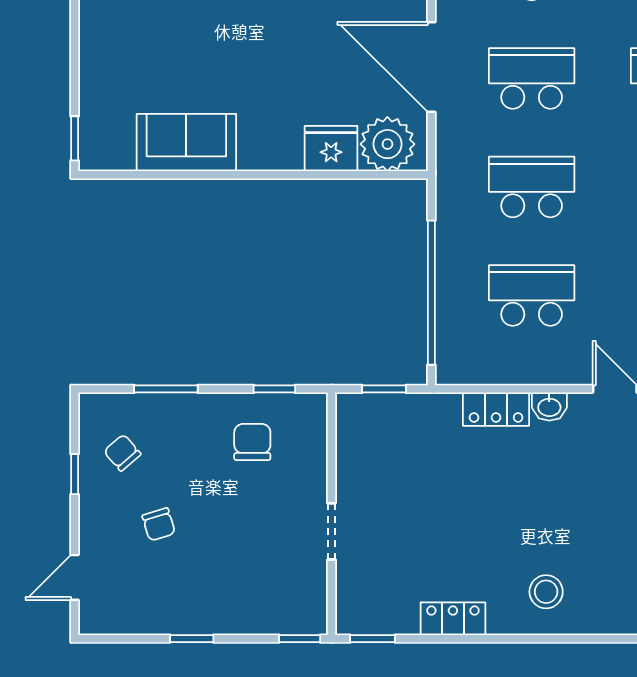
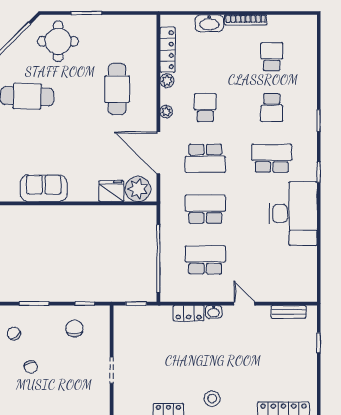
school desk: (532, 78) -> (205, 158), turned 180

